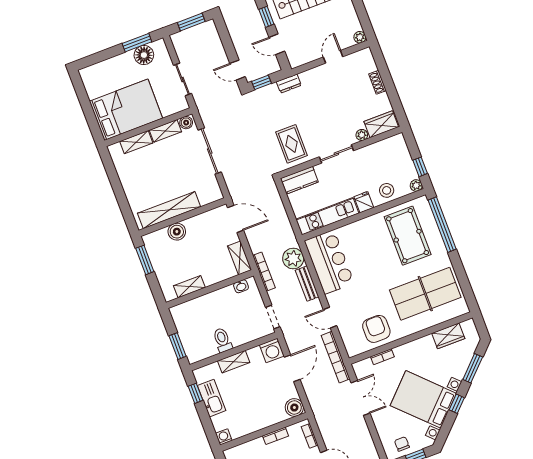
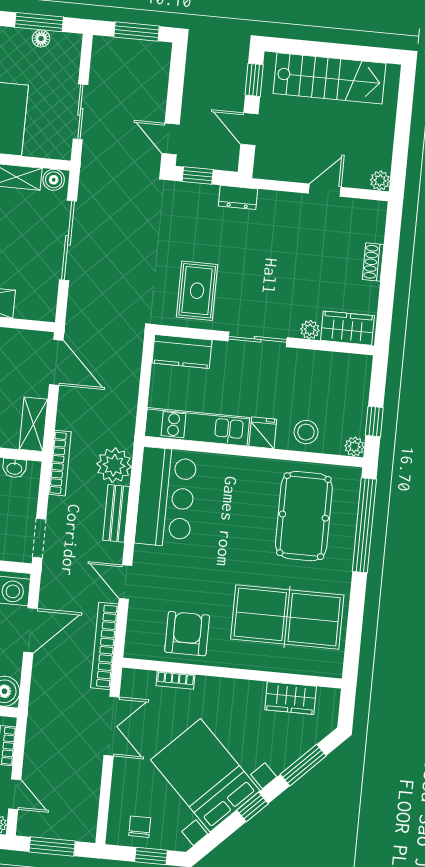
floor lamp: (144, 55) -> (41, 39), width x0.53, depth x0.53

